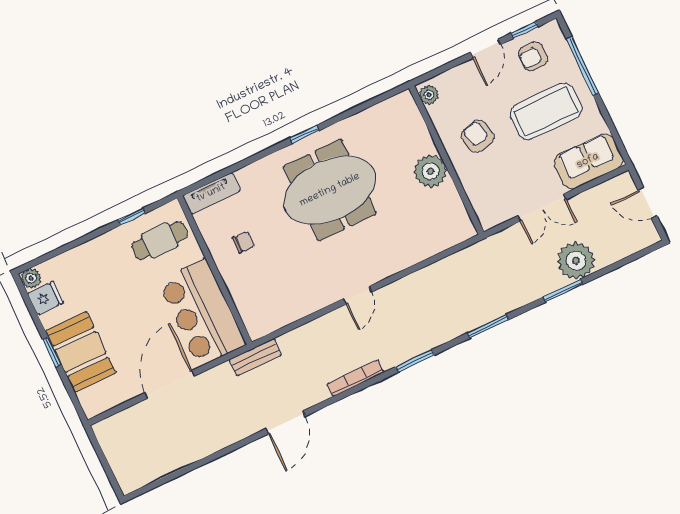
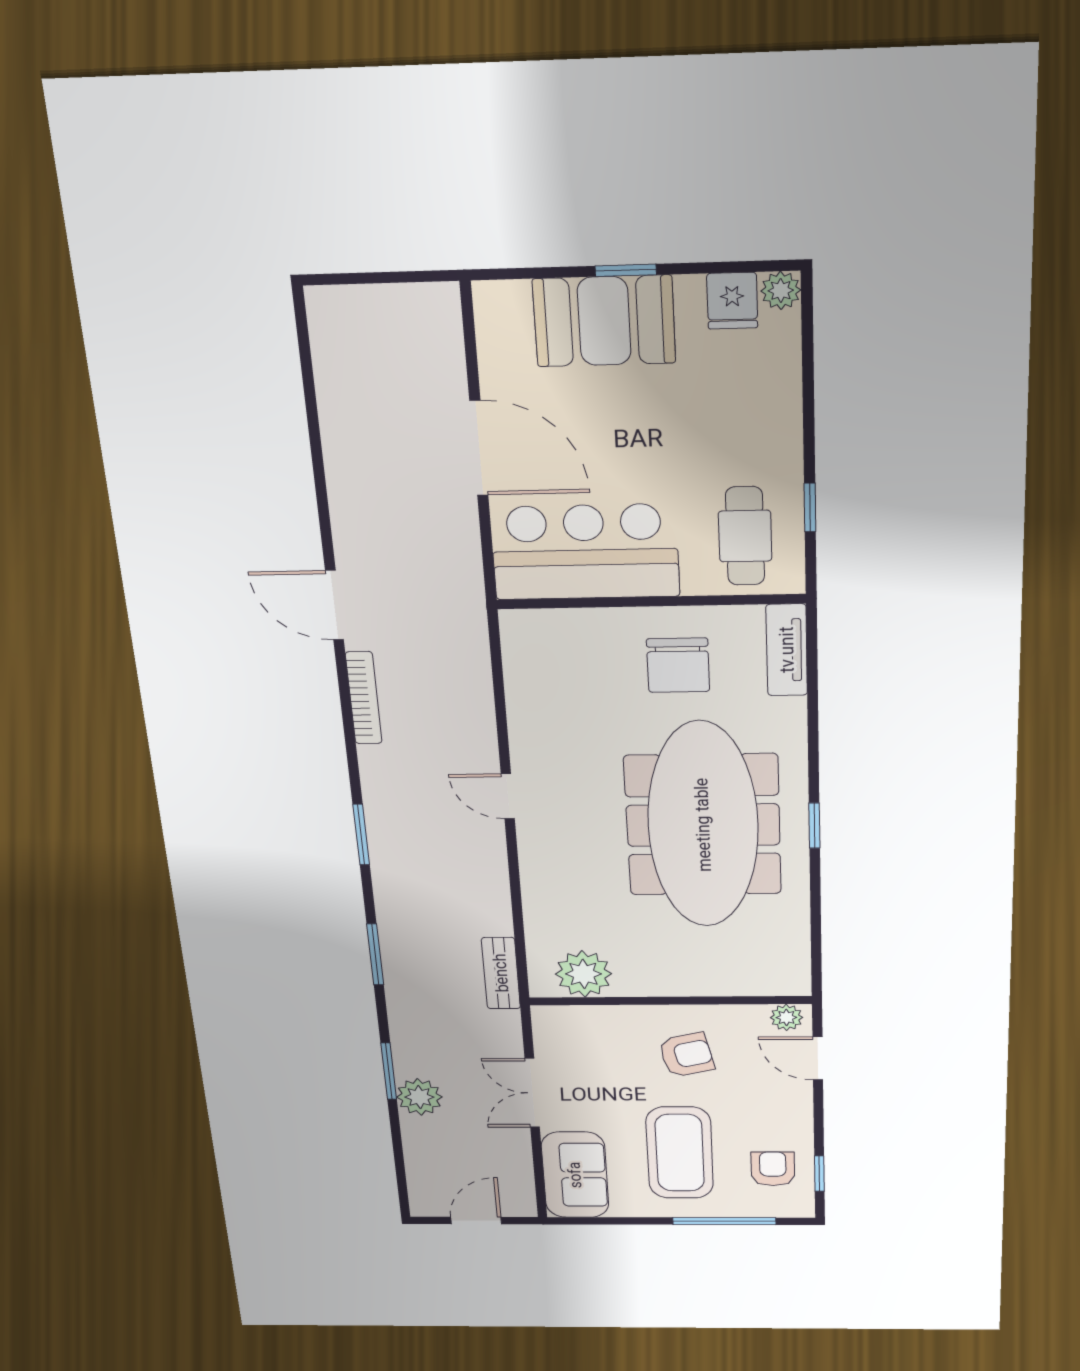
door: (486, 48) -> (818, 1058), moved
plant: (430, 171) -> (584, 974), moved
meeting table: (330, 190) -> (703, 825), width x1.36
chair: (244, 242) -> (678, 665), width x1.87, depth x1.87
plant: (576, 261) -> (419, 1097), width x0.73, depth x0.73
bench: (255, 357) -> (501, 973), moved
bookcase: (355, 378) -> (364, 698), moved

